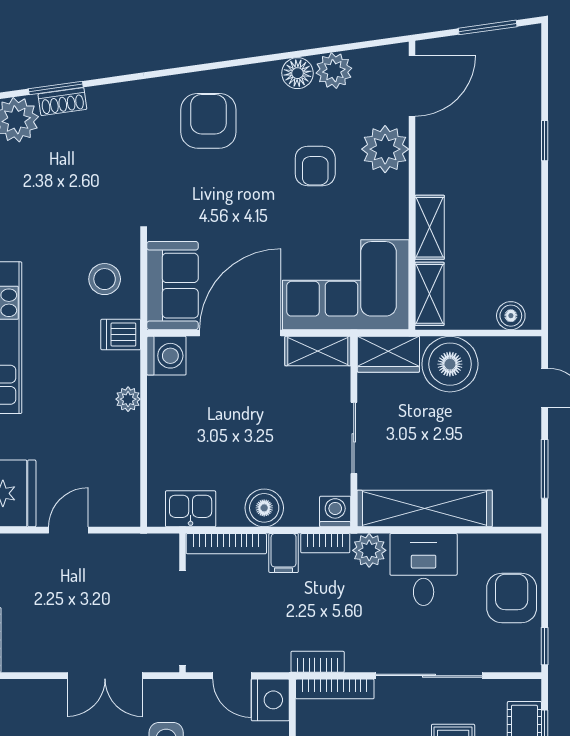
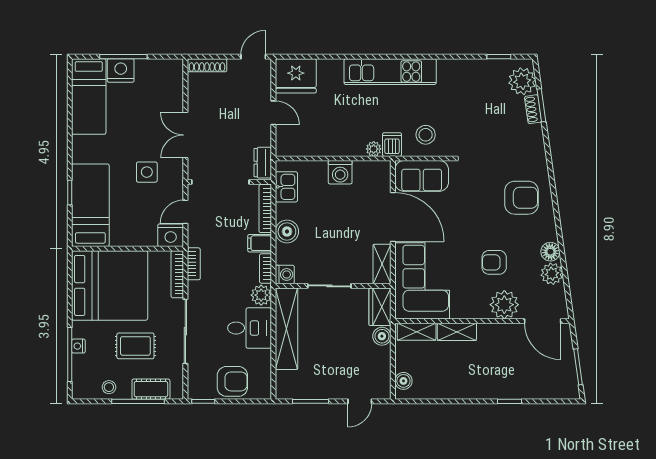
washing machine: (166, 356) -> (340, 172), moved
boiler: (450, 364) -> (382, 336), width x0.54, depth x0.54
plant: (128, 399) -> (374, 149), moved
dresser: (151, 548) -> (263, 163), added

